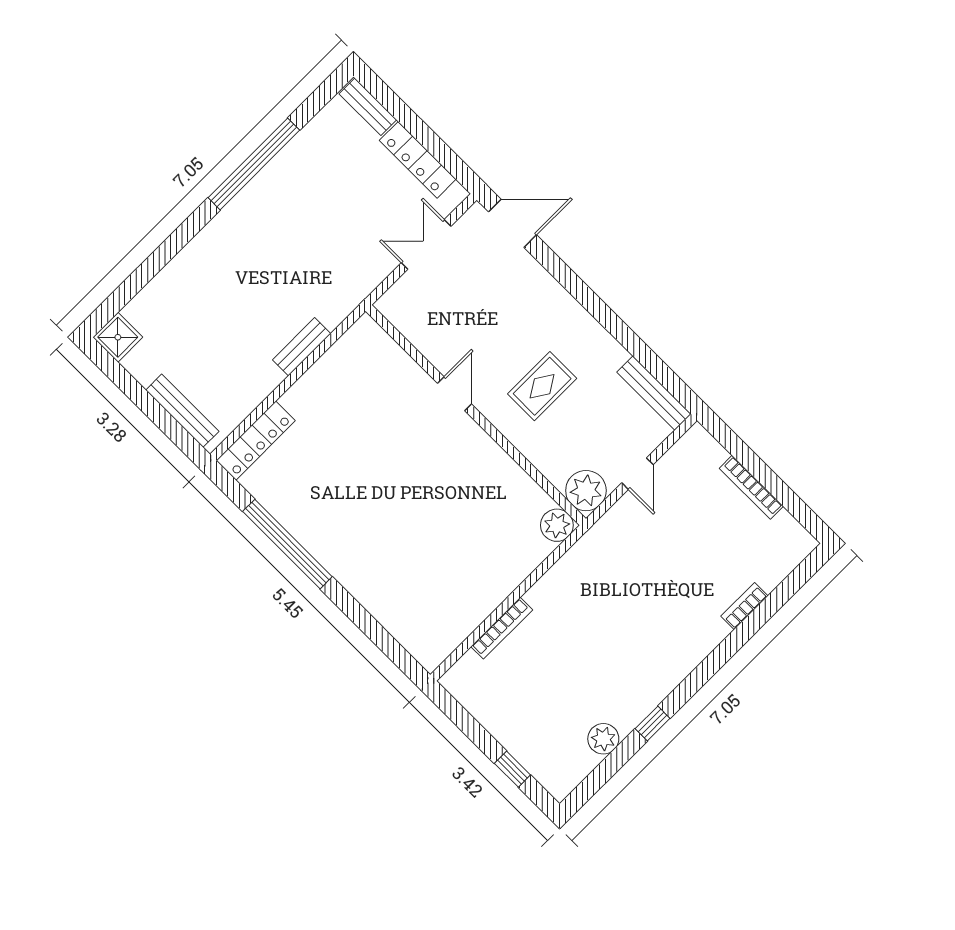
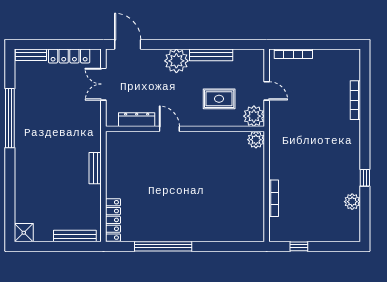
door: (512, 223) -> (128, 44), hinge flipped
plant: (556, 311) -> (176, 61), added
dresser: (423, 337) -> (137, 120), added
rug: (542, 386) -> (219, 99), moved, turned 90
bench: (654, 393) -> (211, 55), moved
bookcase: (751, 487) -> (293, 54), moved
bookcase: (744, 606) -> (355, 100), width x1.56
window: (512, 769) -> (299, 246), moved

